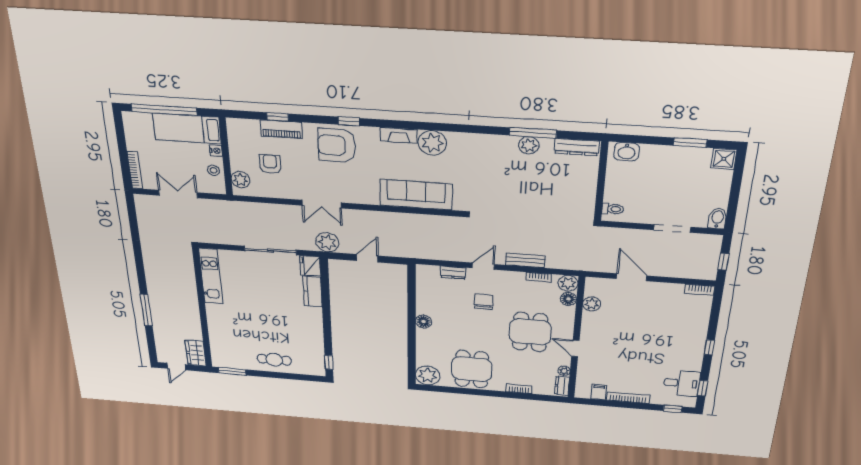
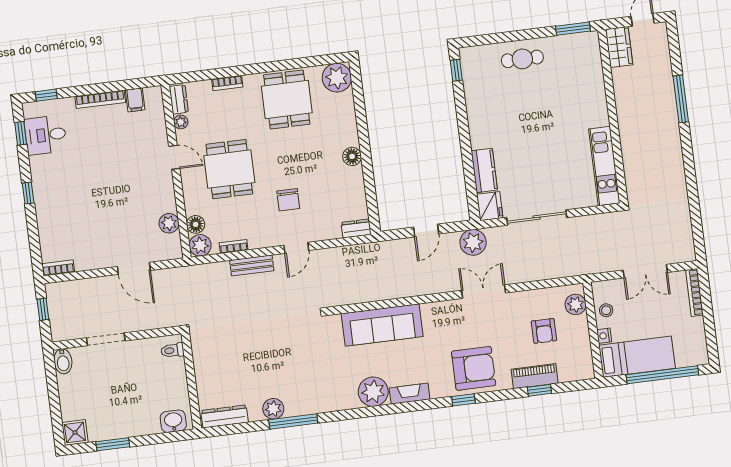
window: (533, 133) -> (293, 421), moved
dresser: (453, 273) -> (356, 228), moved

